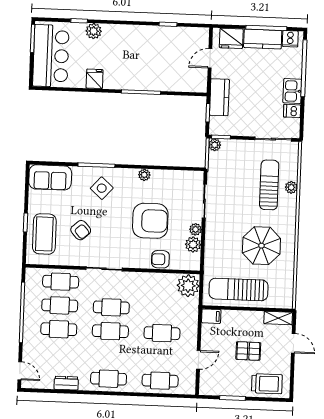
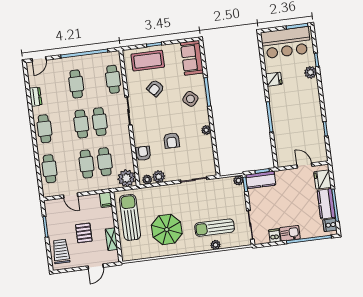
kitchen counter: (219, 97) -> (261, 180), moved
sun lounger: (269, 185) -> (215, 228), turned 180
armchair: (150, 221) -> (172, 141), width x0.53, depth x0.53
plant: (195, 229) -> (147, 180), moved
cafe table: (60, 305) -> (105, 162), moved
shelving: (278, 318) -> (111, 239), moved
trolley: (267, 384) -> (61, 251), turned 180

